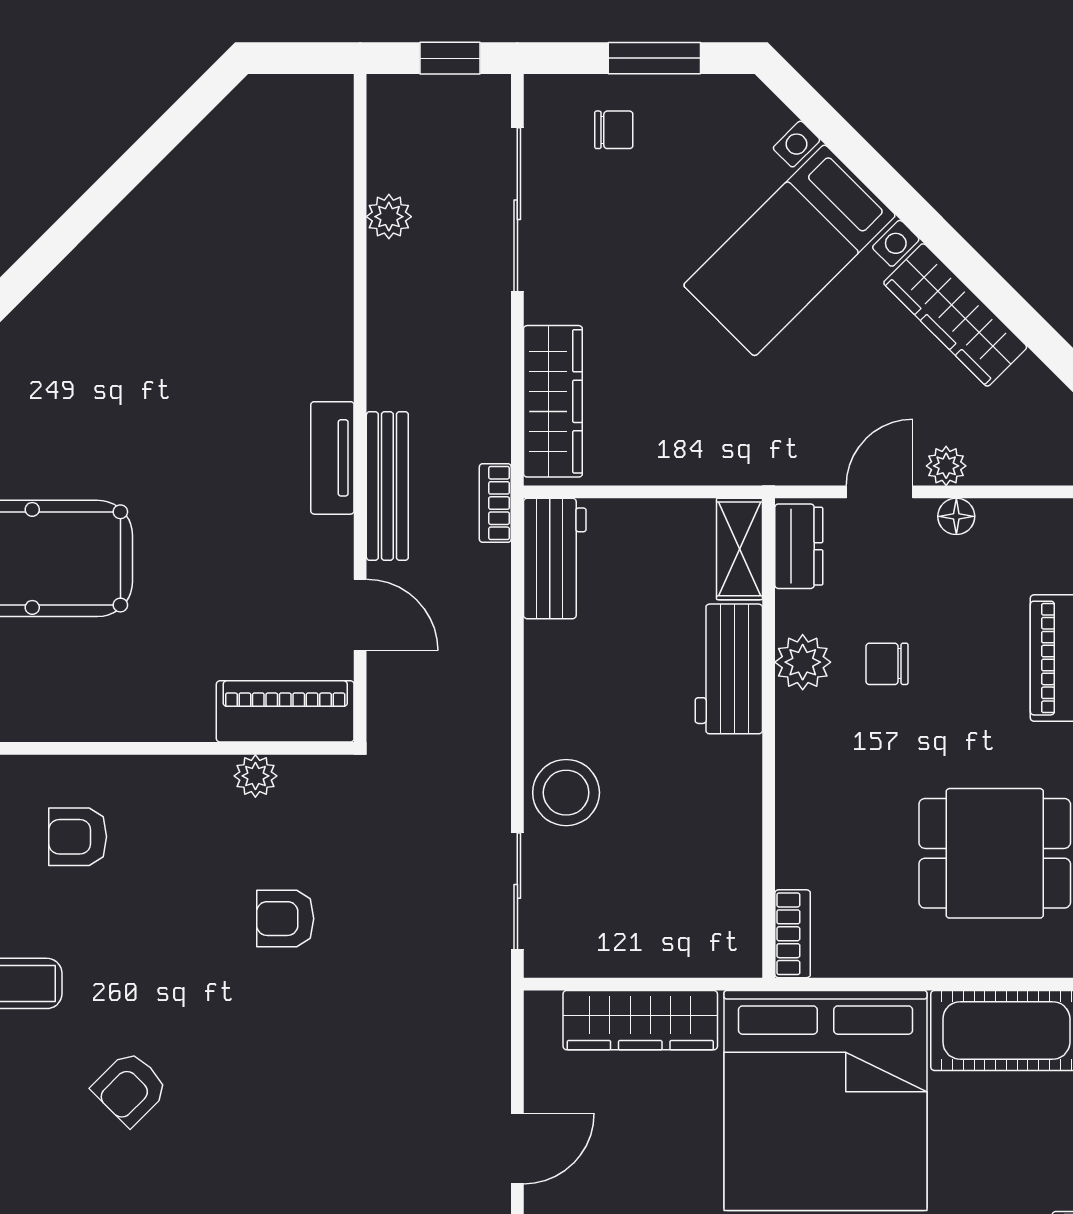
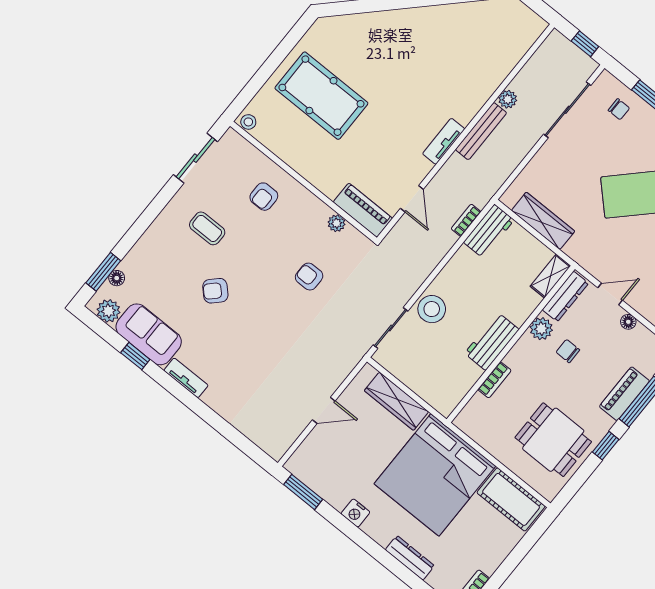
plant: (389, 217) -> (508, 99), moved
wardrobe: (553, 401) -> (543, 221), moved, turned -90
plant: (946, 466) -> (638, 303), removed
bench: (387, 486) -> (481, 131), moved
bookcase: (495, 503) -> (466, 220), moved
dresser: (799, 546) -> (565, 296), width x1.44
workbench: (729, 669) -> (492, 341), moved
armchair: (78, 837) -> (264, 197), turned -90
bookcase: (793, 934) -> (494, 380), moved

